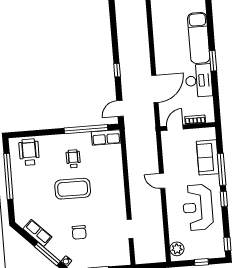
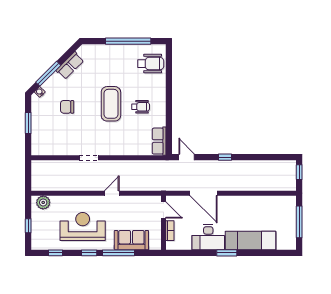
window: (86, 129) -> (169, 122), removed
doorway: (130, 229) -> (89, 158), moved
window: (227, 244) -> (55, 253), moved

